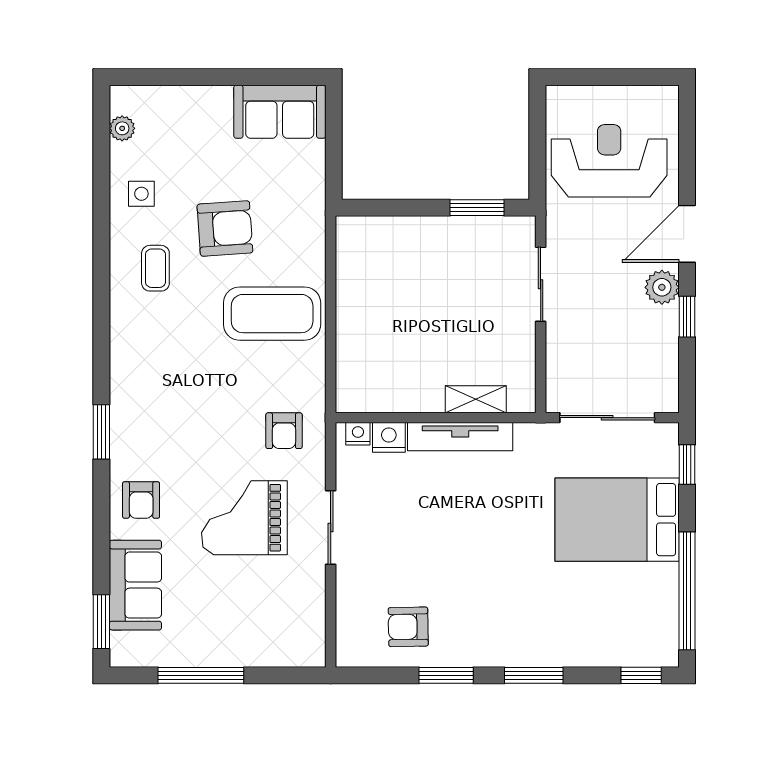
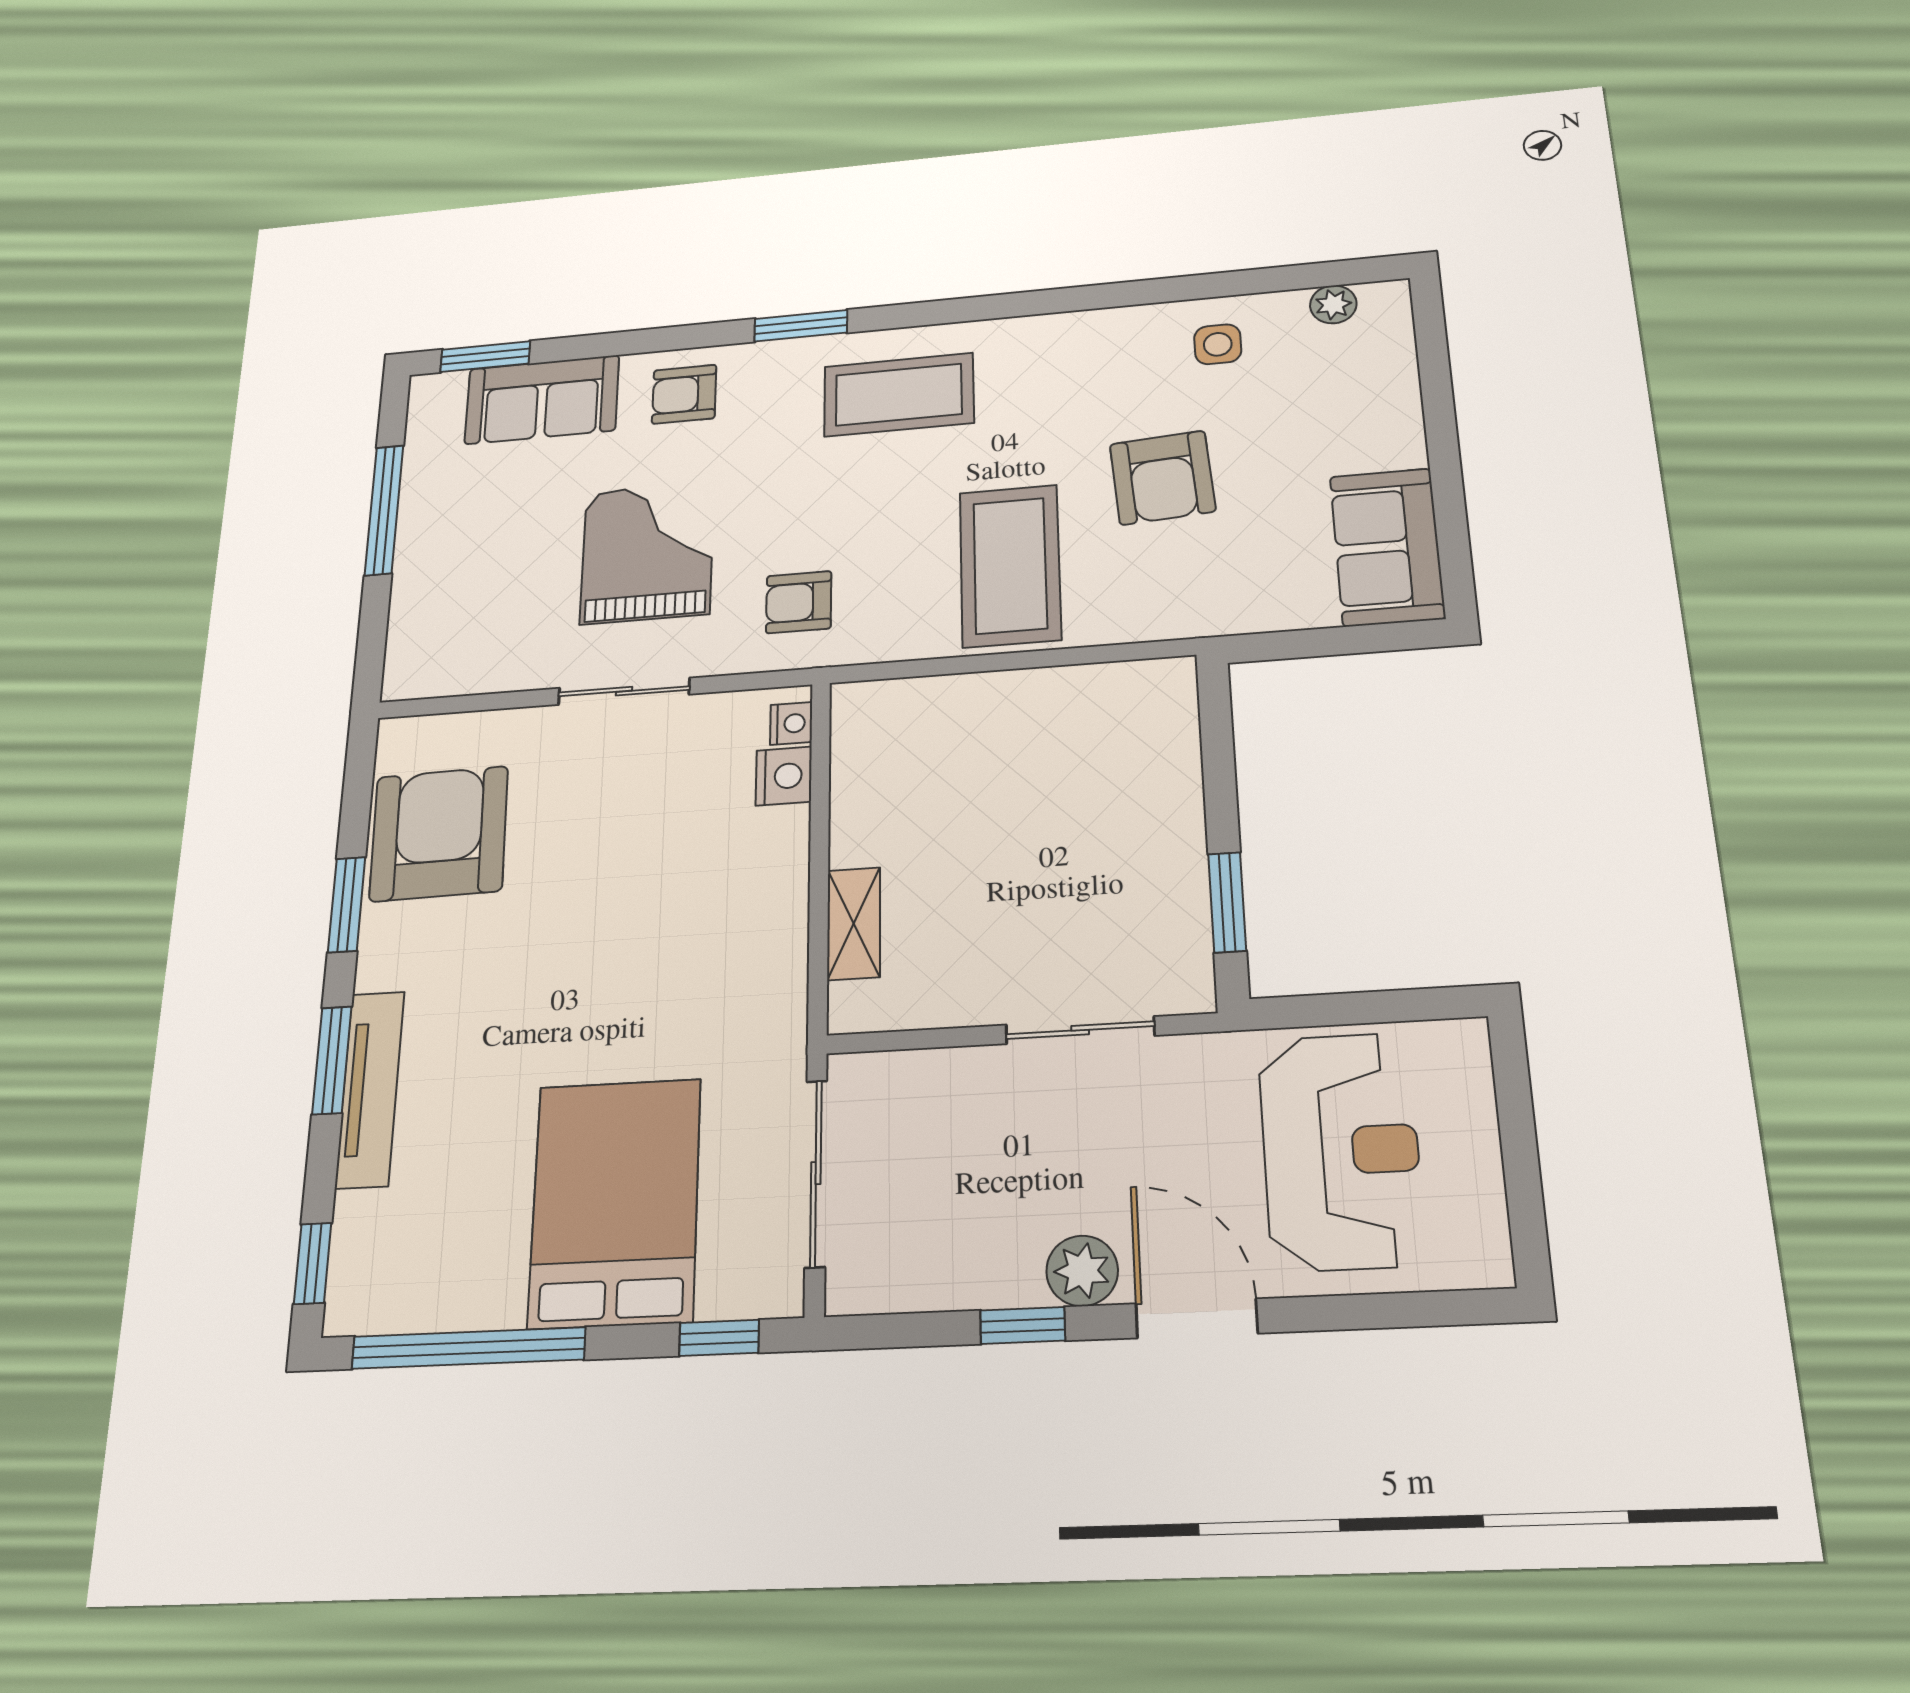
coffee table: (155, 268) -> (899, 395), moved, width x1.86, depth x1.72
tv unit: (460, 437) -> (370, 1089), moved, turned 180
armchair: (408, 627) -> (439, 834), width x1.88, depth x1.88

